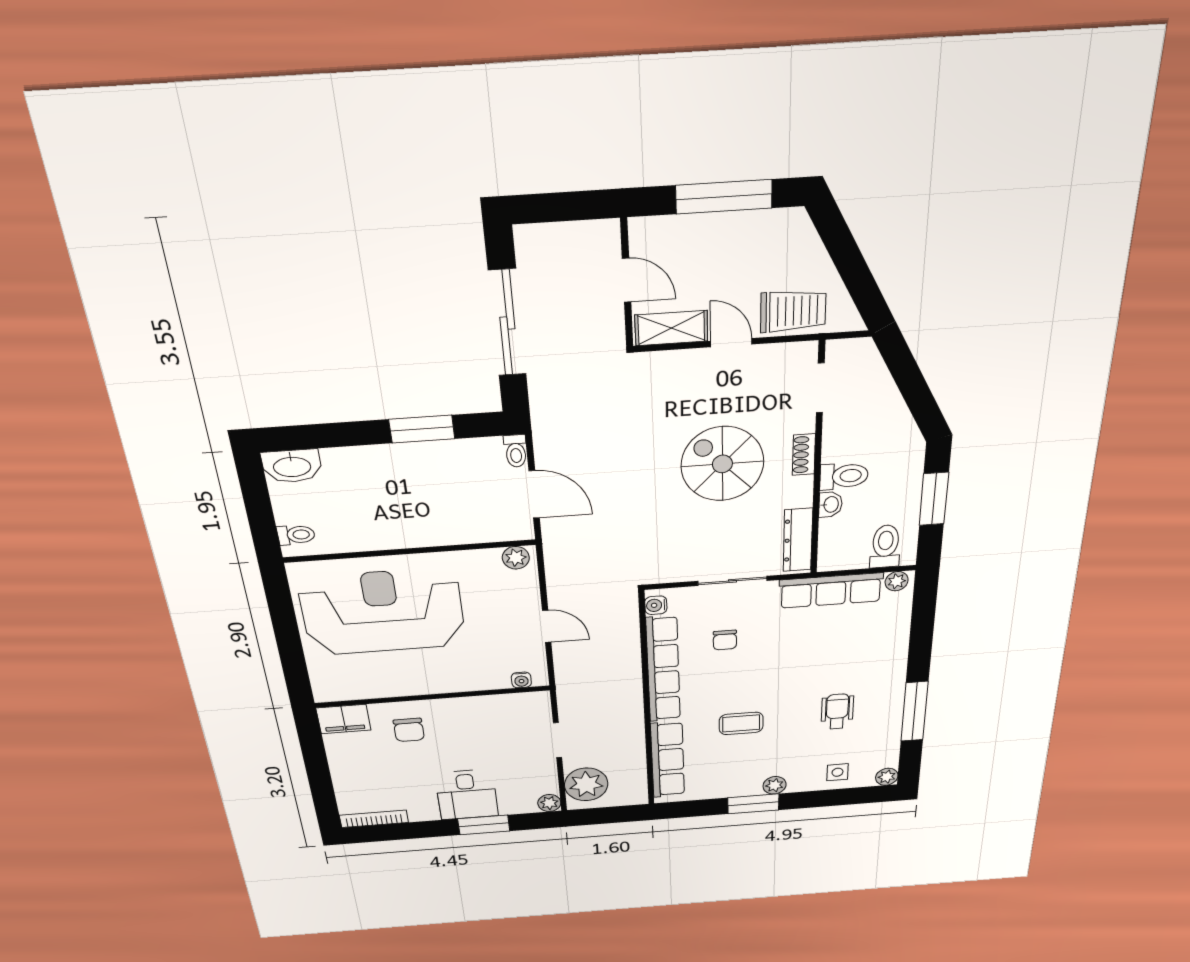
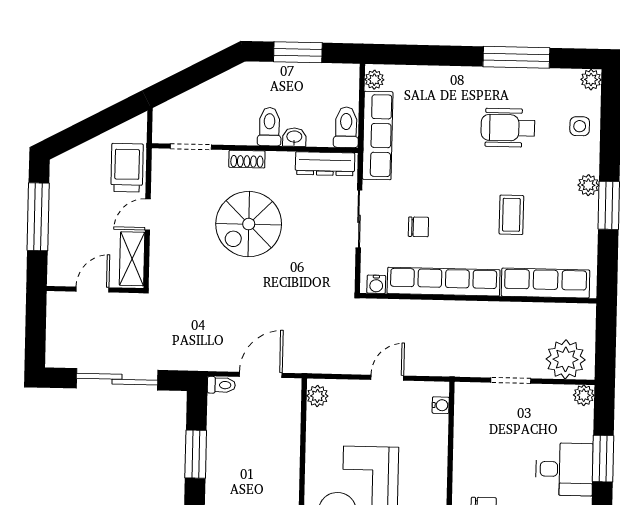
toilet: (885, 546) -> (346, 127), moved, turned 90
wheelchair: (837, 711) -> (508, 128), width x1.36, depth x1.37

